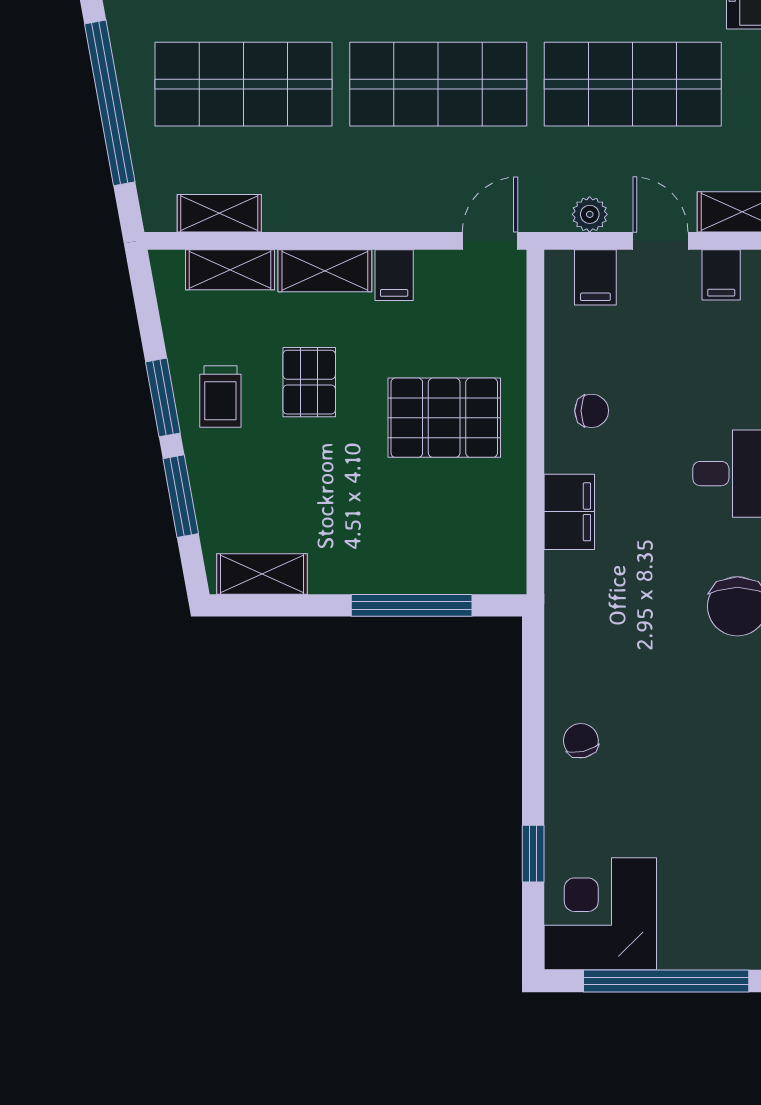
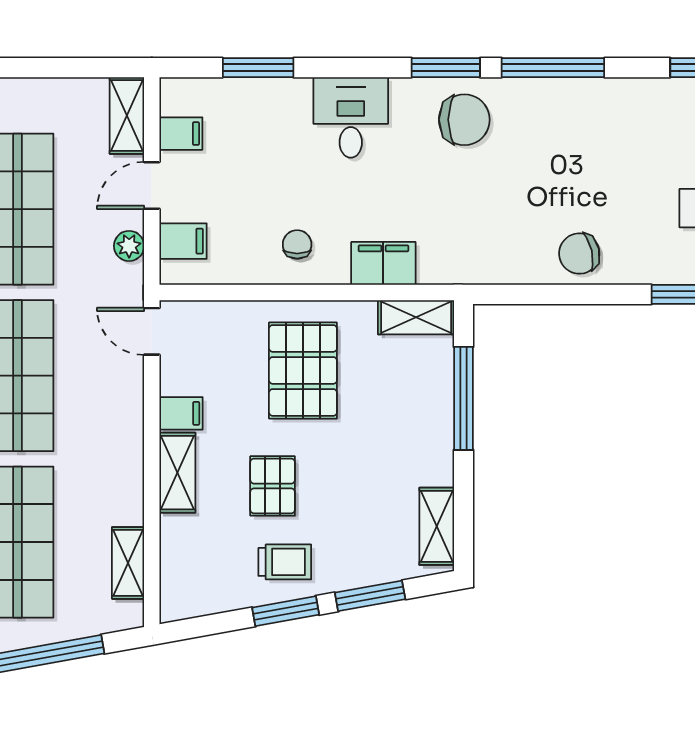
shelving: (230, 270) -> (416, 317), moved, turned 90
pallet: (309, 382) -> (273, 486), turned 90
chair: (581, 741) -> (579, 254), width x1.37, depth x1.37

